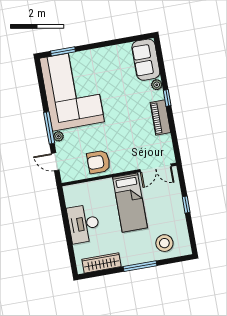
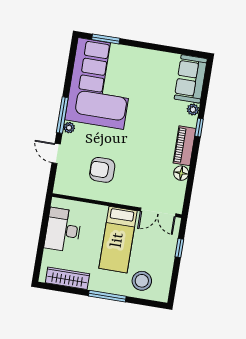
floor lamp: (166, 141) -> (181, 173), added
double door: (156, 168) -> (158, 212), moved
wall: (119, 174) -> (117, 206), moved
bed: (130, 203) -> (118, 240), moved

